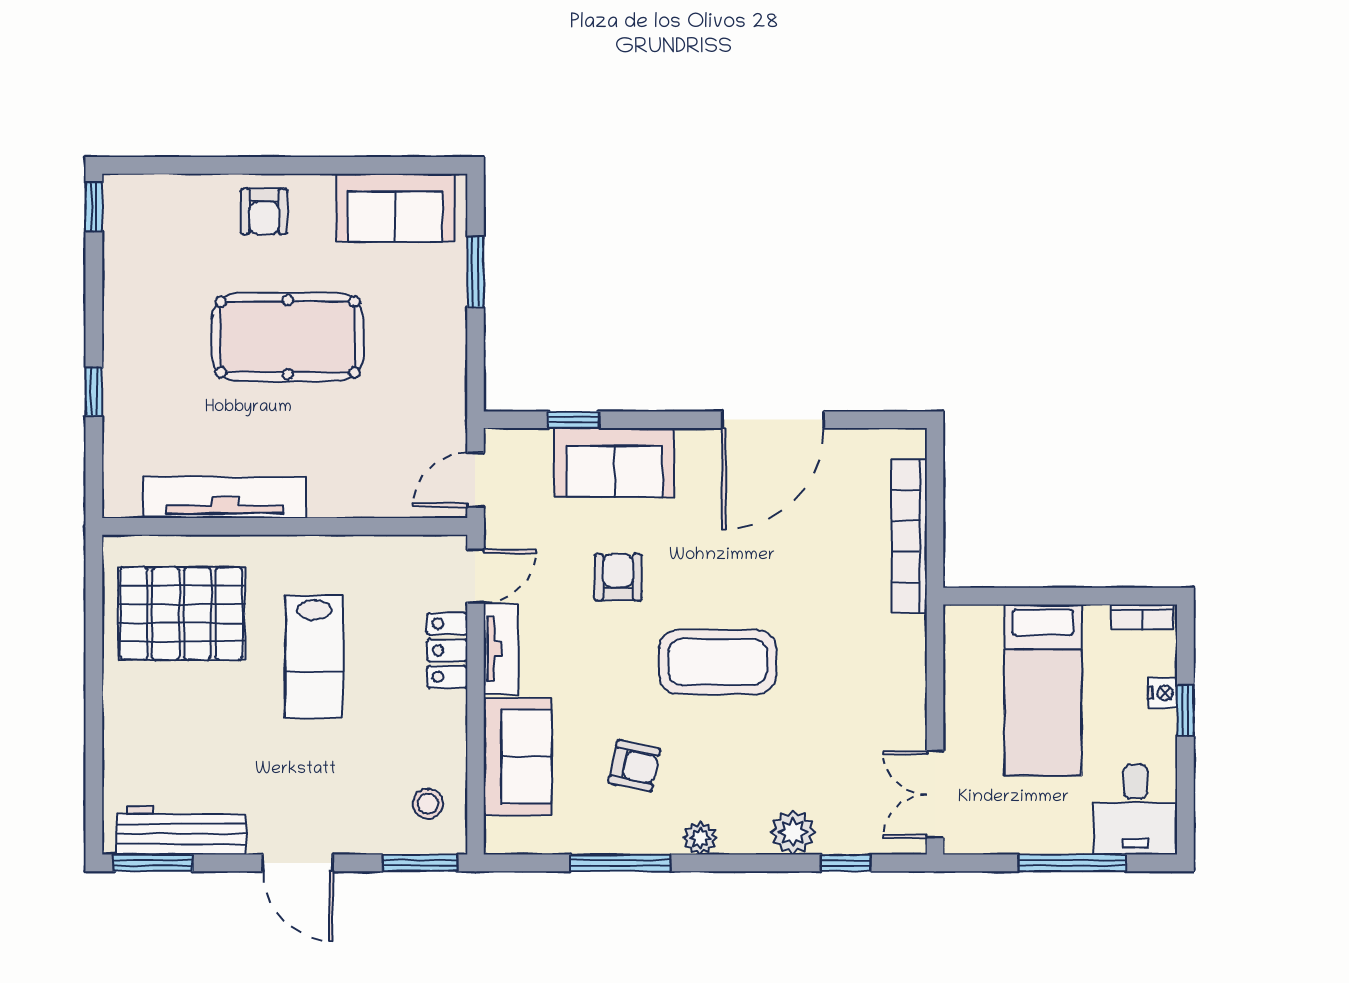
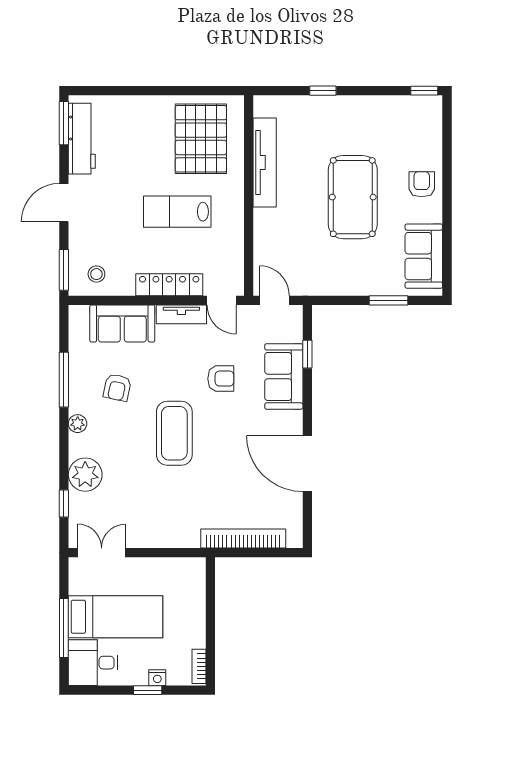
armchair: (264, 211) -> (422, 184), turned 90
locker: (447, 650) -> (169, 285), width x1.53
bed: (1043, 690) -> (115, 617), moved, turned 180
plant: (793, 832) -> (85, 475), width x1.36, depth x1.36

